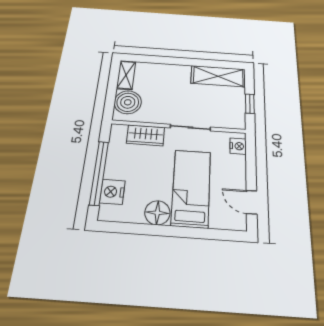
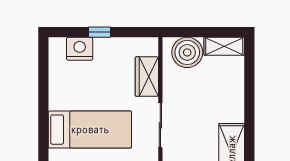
window: (99, 173) -> (100, 32), width x0.32
floor lamp: (157, 213) -> (61, 97), removed

